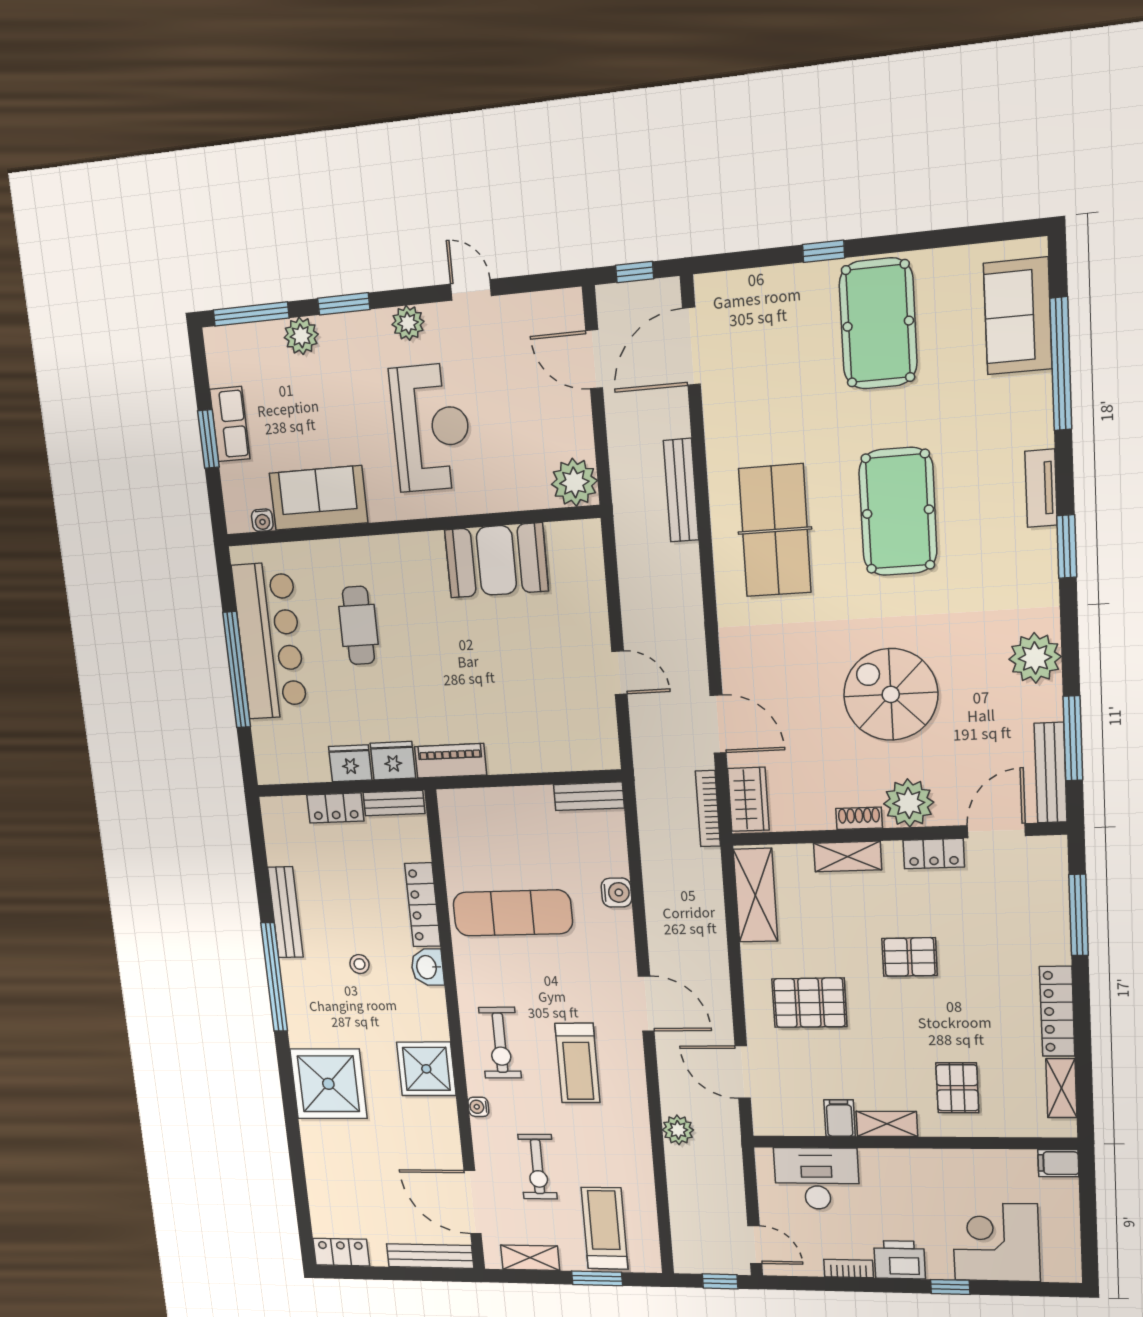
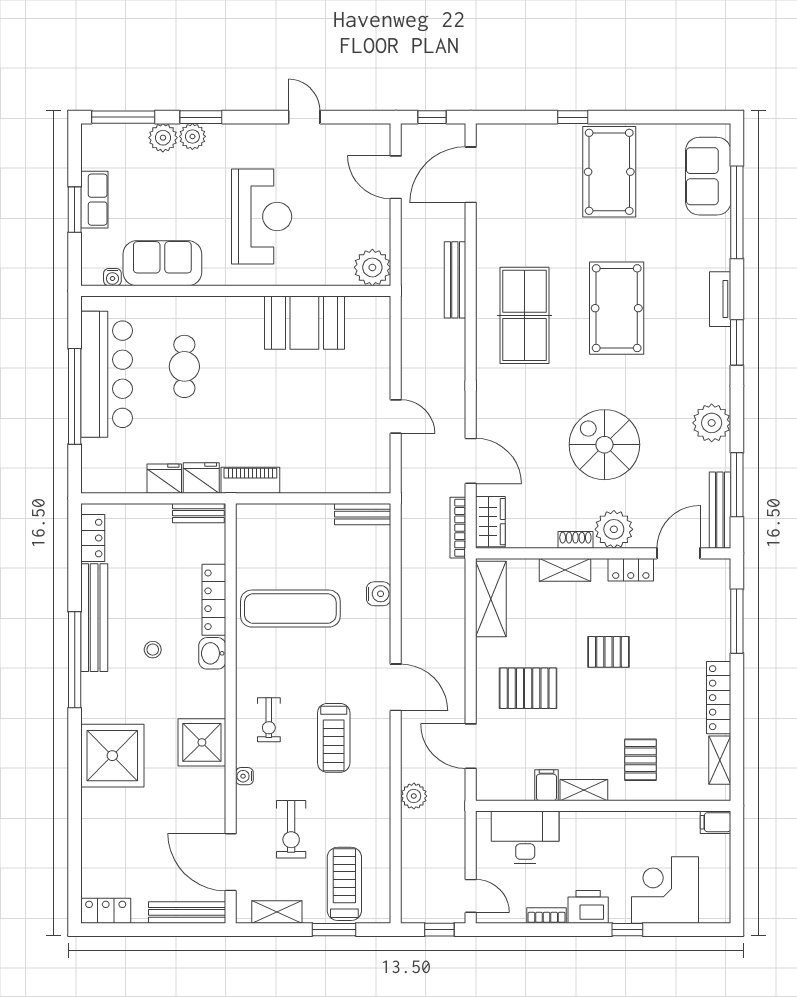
plant: (408, 323) -> (192, 136), moved
locker: (335, 808) -> (93, 538), moved, turned -90
bench: (285, 912) -> (94, 618), width x1.37, depth x1.21
exercise bike: (500, 1043) -> (269, 720), width x0.73, depth x0.72

